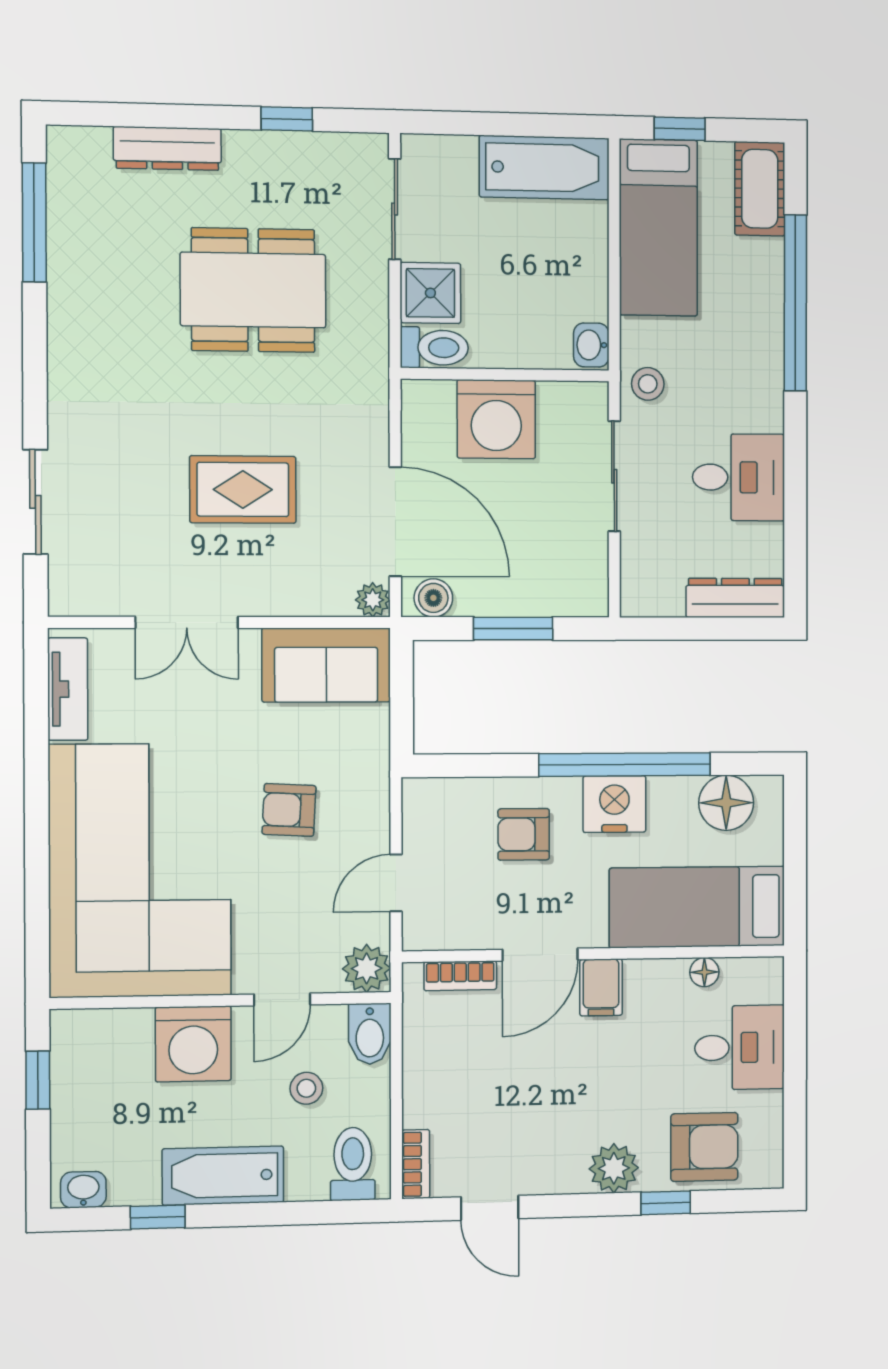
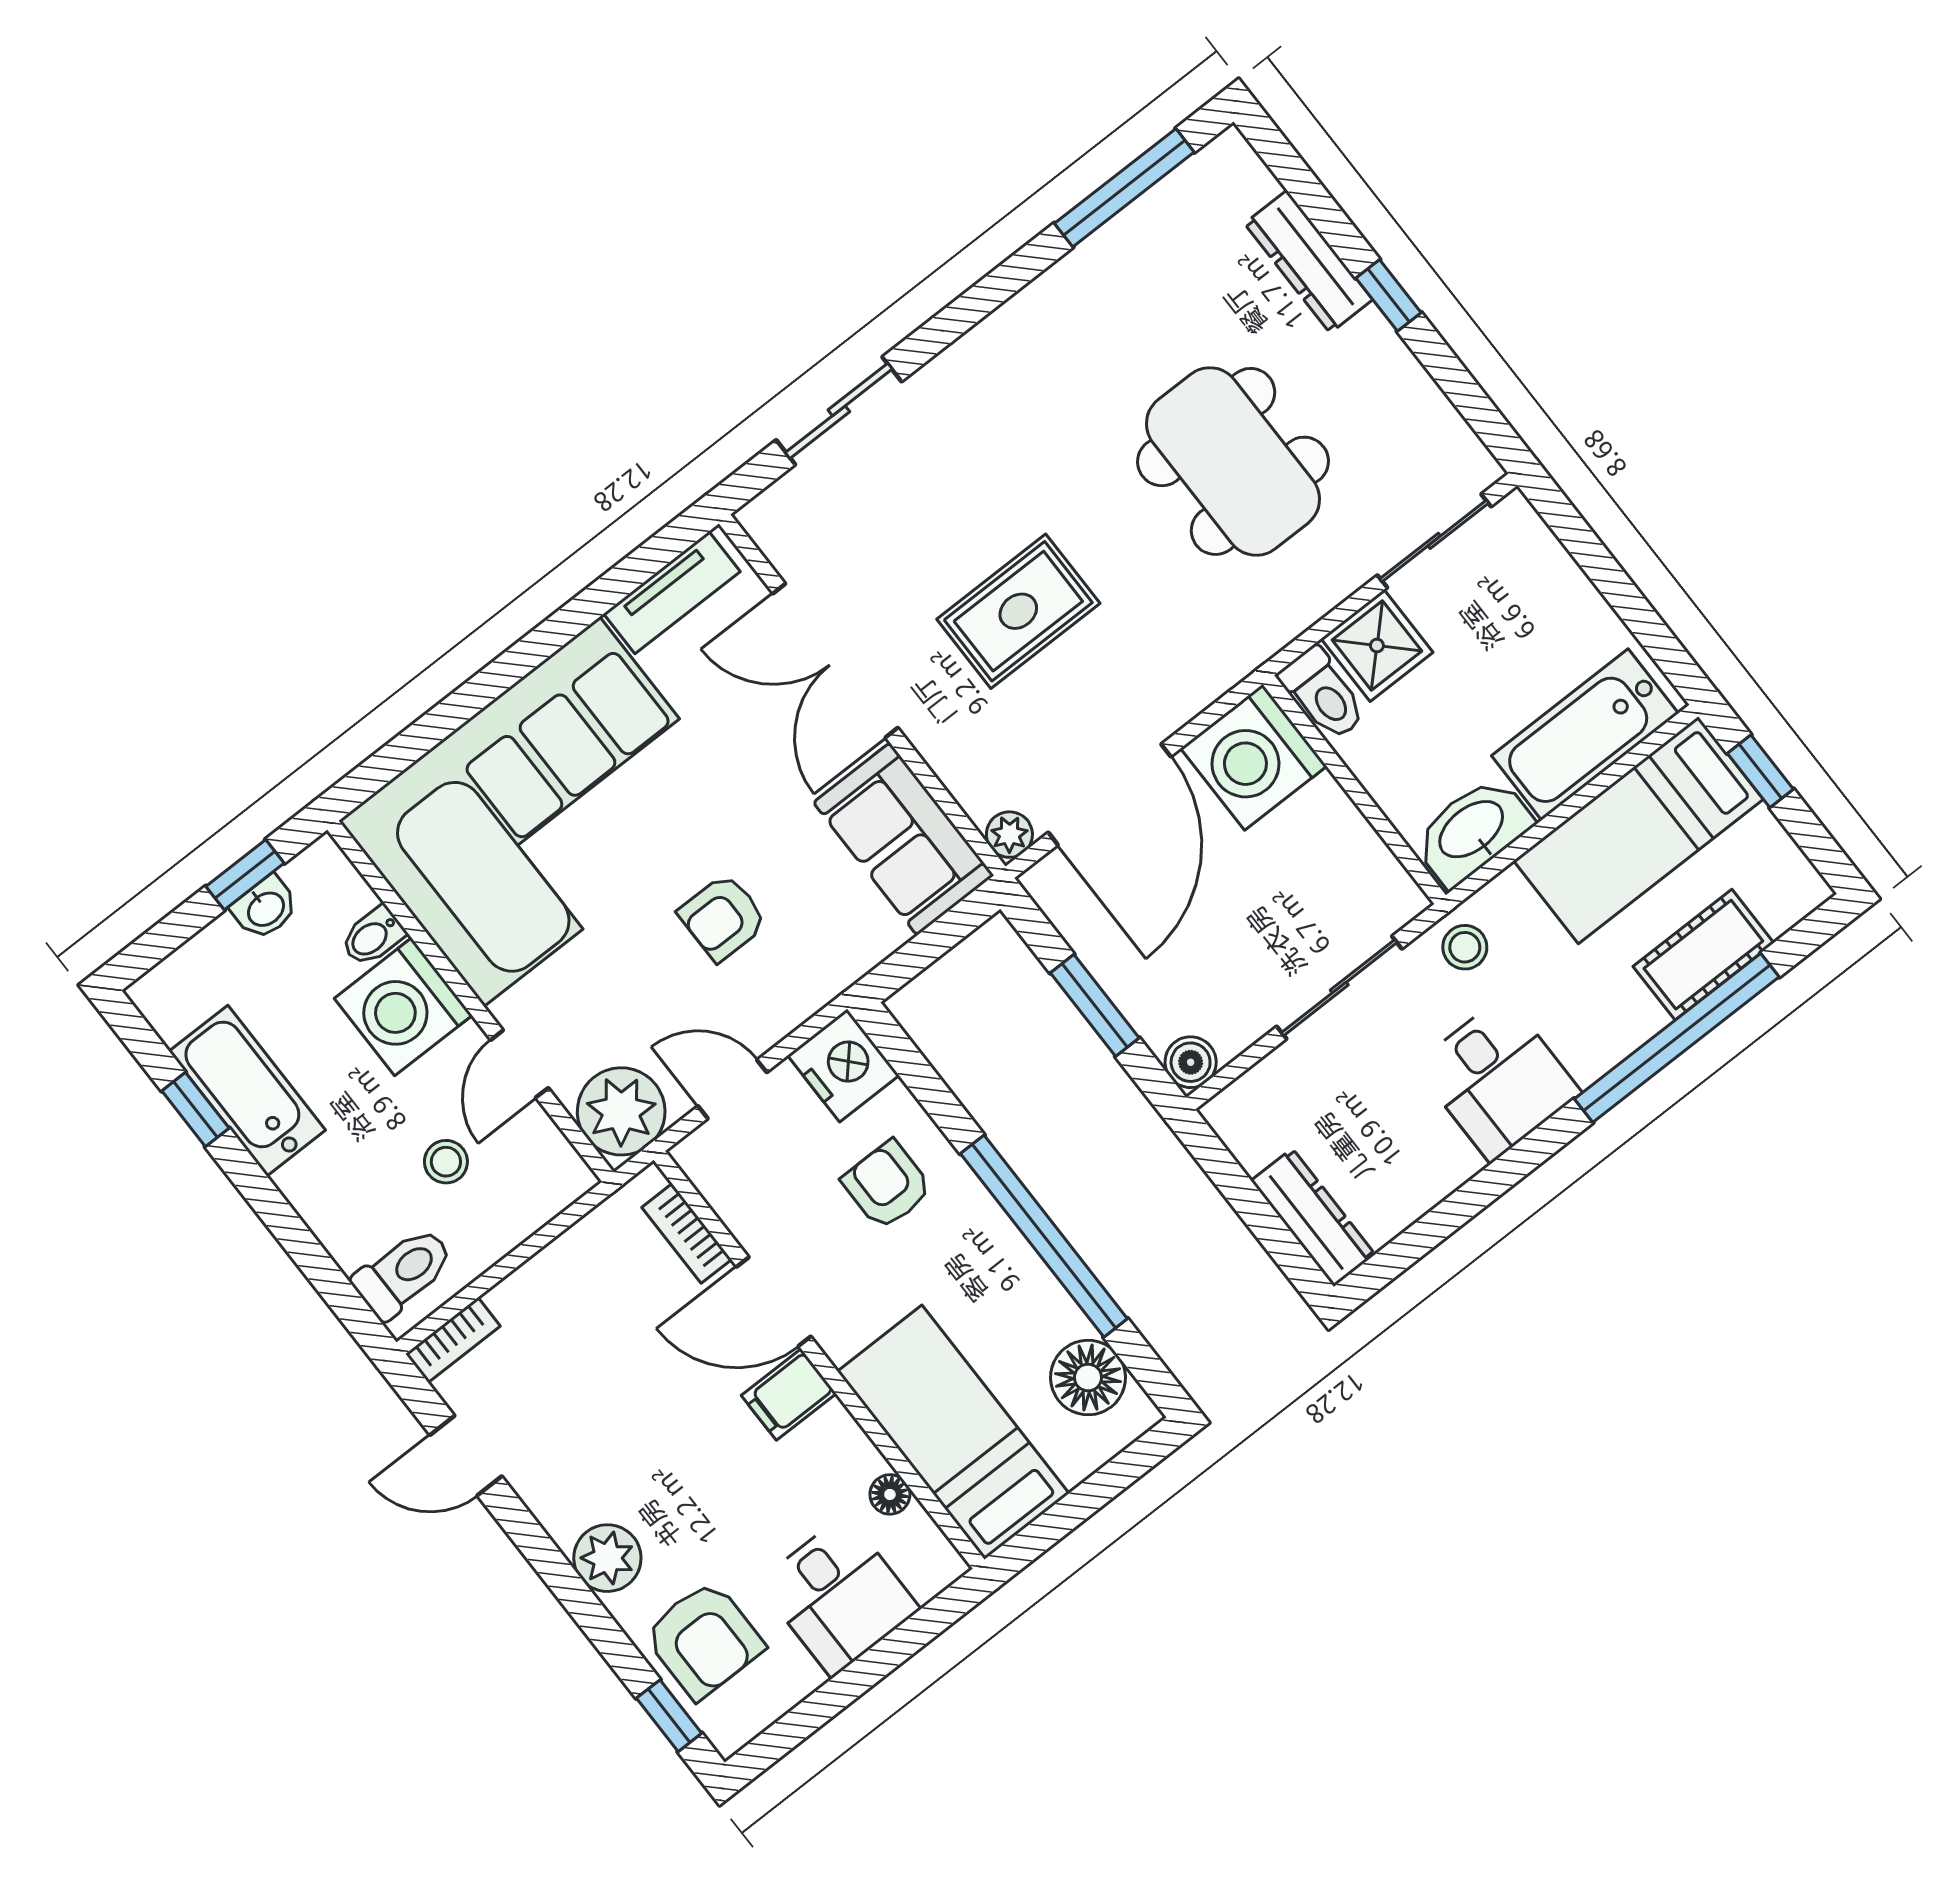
window: (287, 119) -> (1389, 295), moved
bathtub: (544, 168) -> (1585, 734), moved, turned 90
cot: (760, 189) -> (1703, 955), moved
washbasin: (591, 345) -> (1472, 831), width x1.91, depth x1.45
washing machine: (496, 419) -> (1254, 757), moved
desk: (739, 477) -> (1498, 1079), moved
rug: (243, 489) -> (1018, 611), turned 90
boiler: (433, 598) -> (1191, 1062), moved
double door: (187, 622) -> (835, 661), width x1.37
nightstand: (614, 804) -> (843, 1065), moved
armchair: (289, 810) -> (723, 918), turned -93
plant: (367, 968) -> (621, 1111), width x1.36, depth x1.36
door: (282, 1000) -> (519, 1064), hinge flipped
bidet: (370, 1034) -> (373, 936), moved, width x0.72, depth x0.74
bathtub: (223, 1176) -> (247, 1091), moved
washbasin: (83, 1190) -> (265, 908), moved, turned 90
window: (666, 1203) -> (669, 1716), moved
door: (490, 1208) -> (466, 1456), hinge flipped

